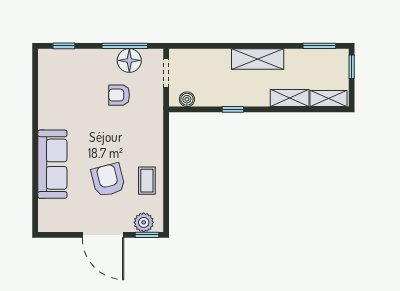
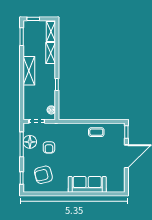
armchair: (108, 180) -> (43, 175), moved
plant: (144, 222) -> (119, 134), removed

